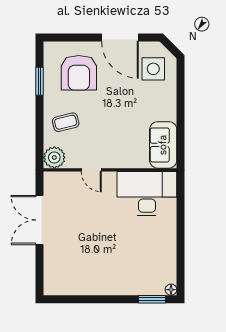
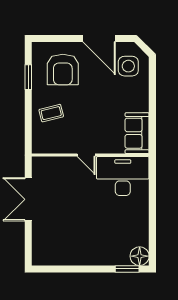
plant: (54, 157) -> (41, 144), removed
door: (91, 170) -> (86, 155), moved
floor lamp: (171, 290) -> (140, 256), width x1.89, depth x1.89

